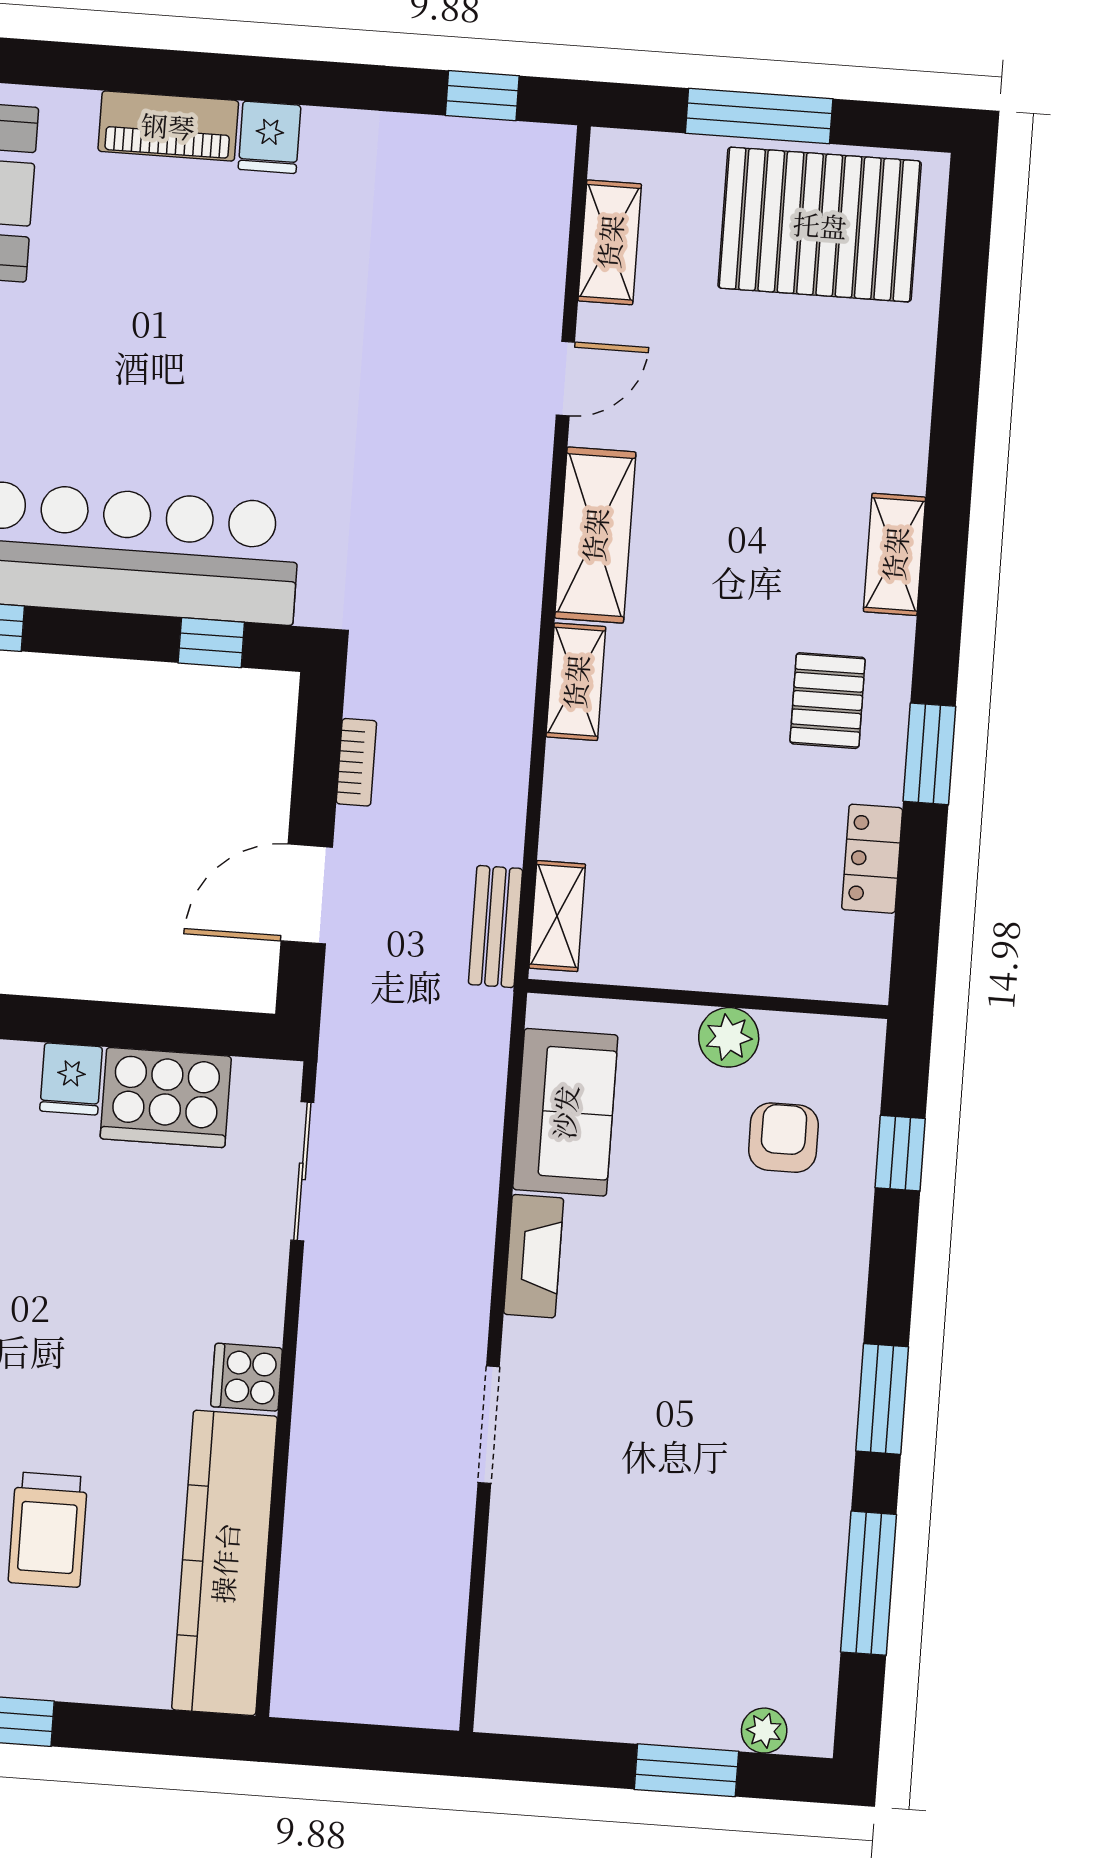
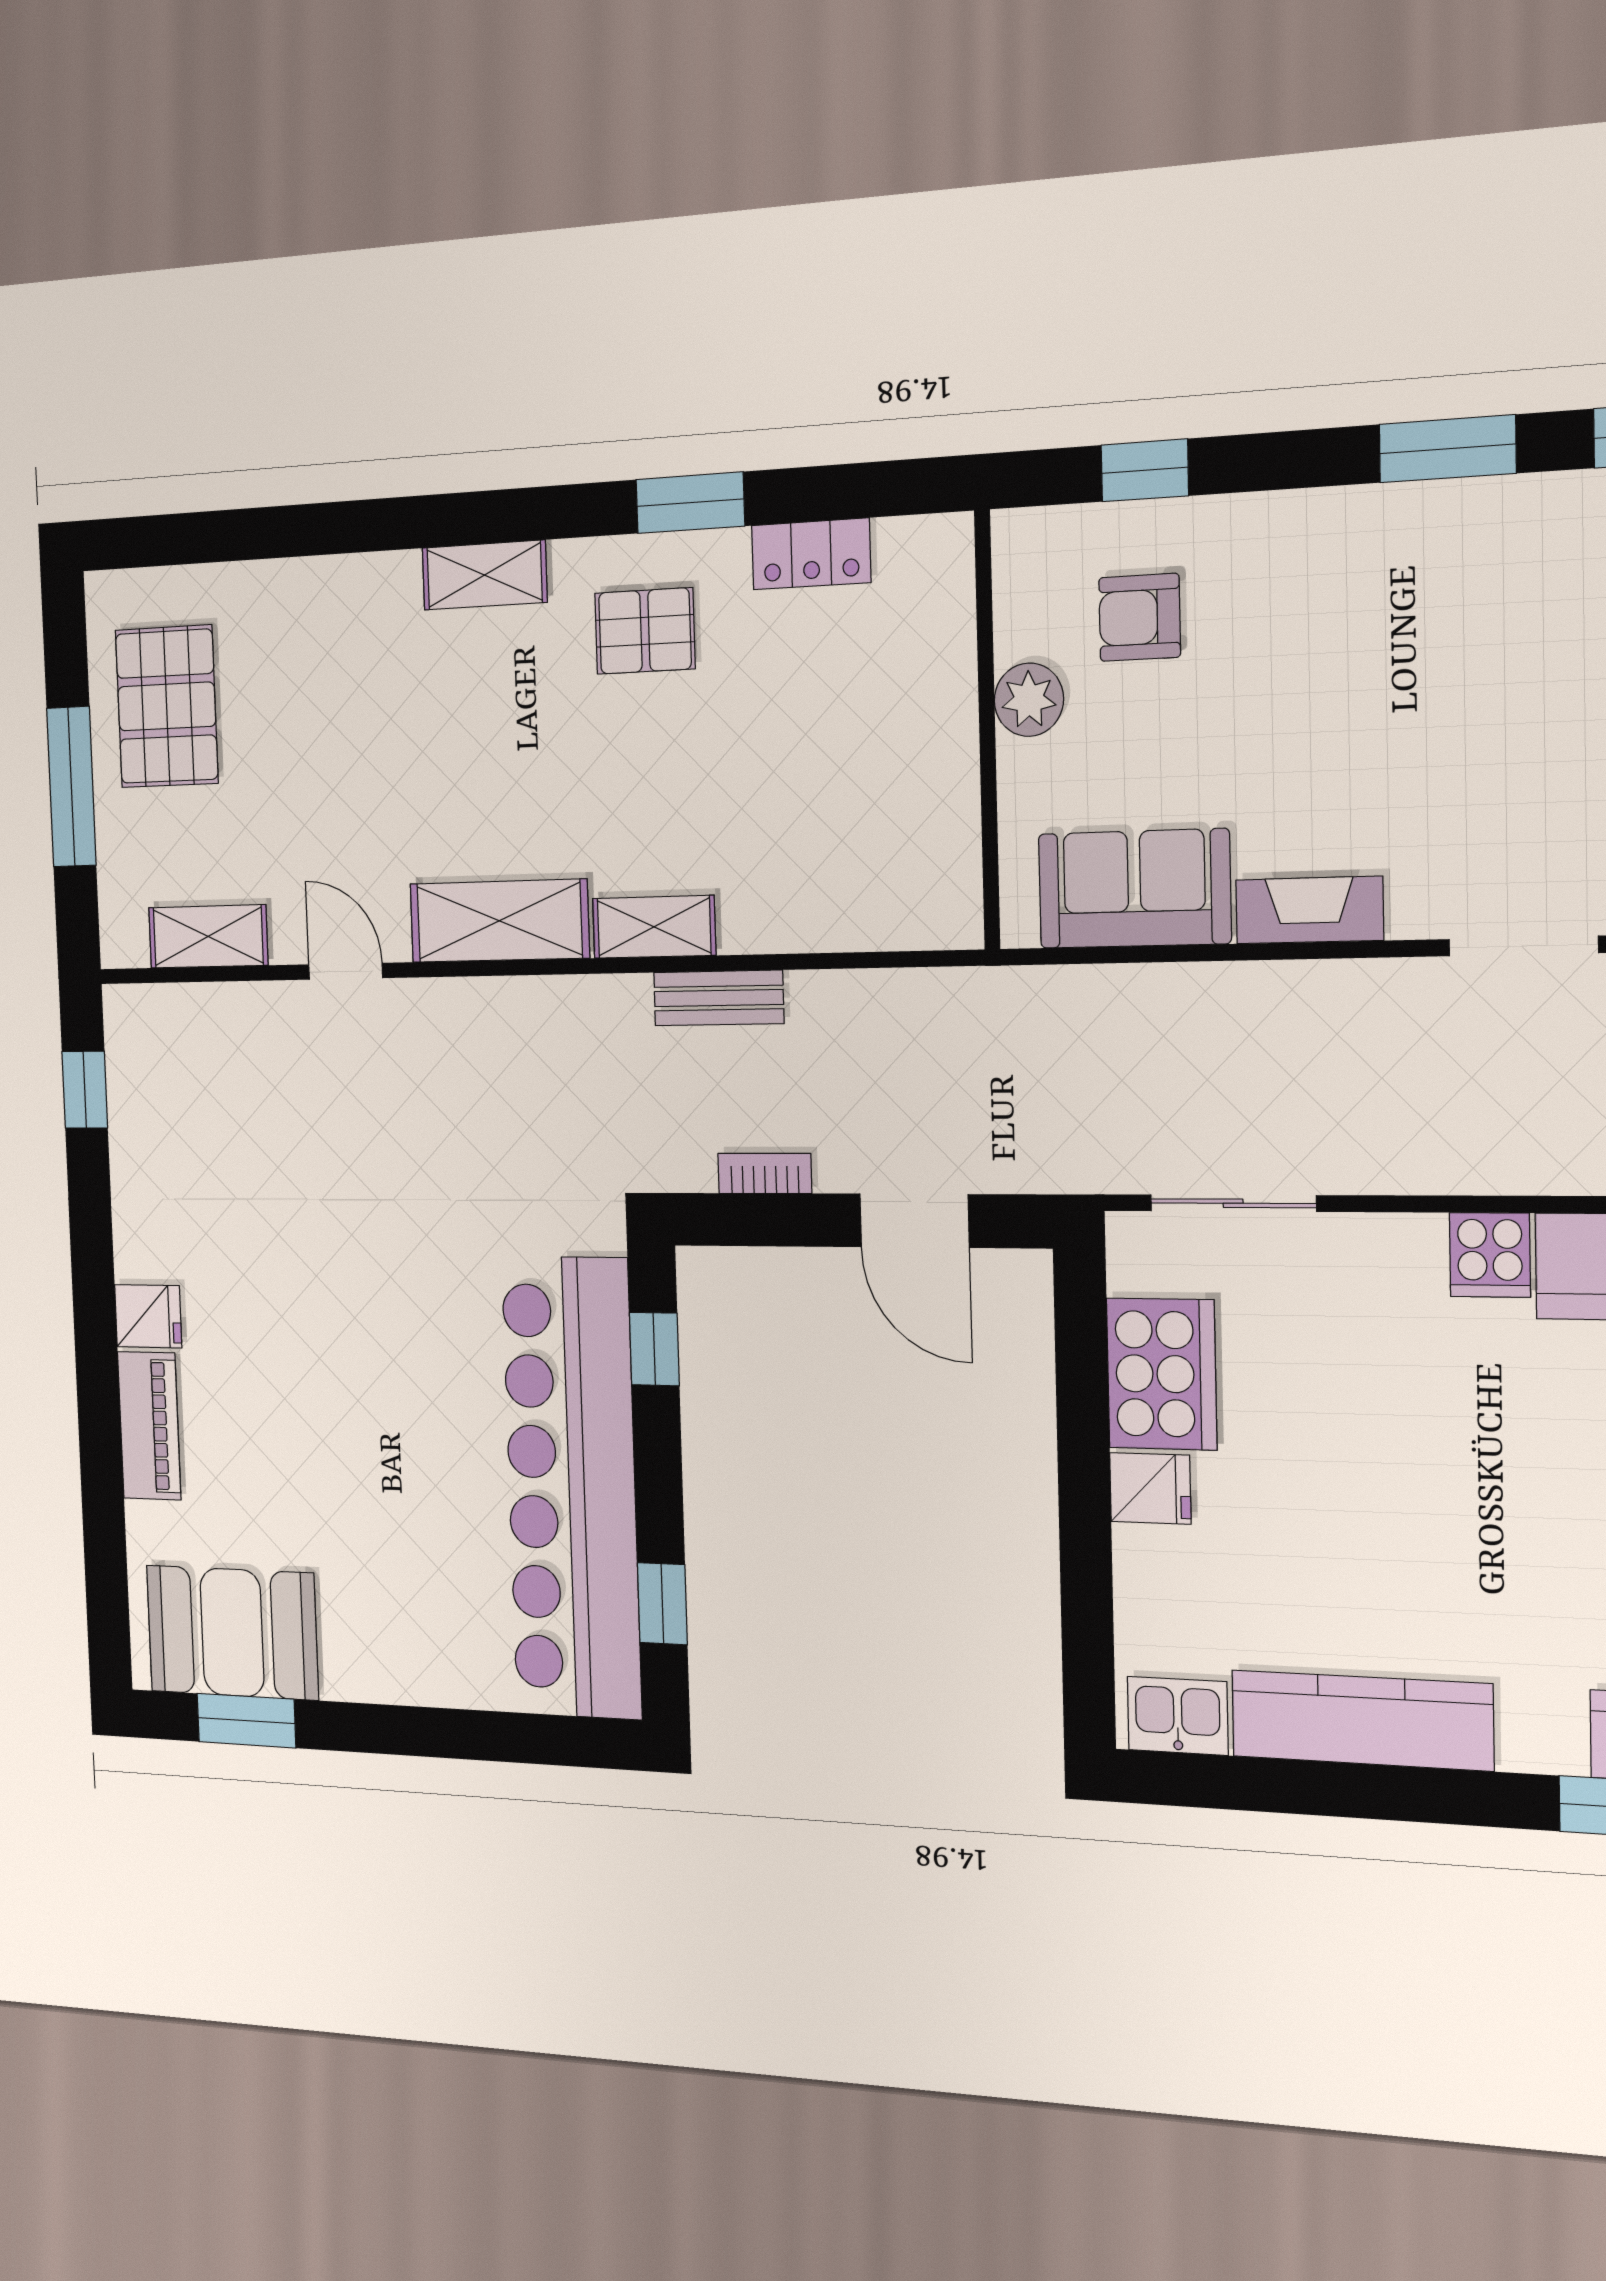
pallet: (820, 225) -> (167, 706), width x0.73, depth x0.71
shelving: (557, 916) -> (911, 922), removed
bench: (495, 927) -> (719, 998), moved

